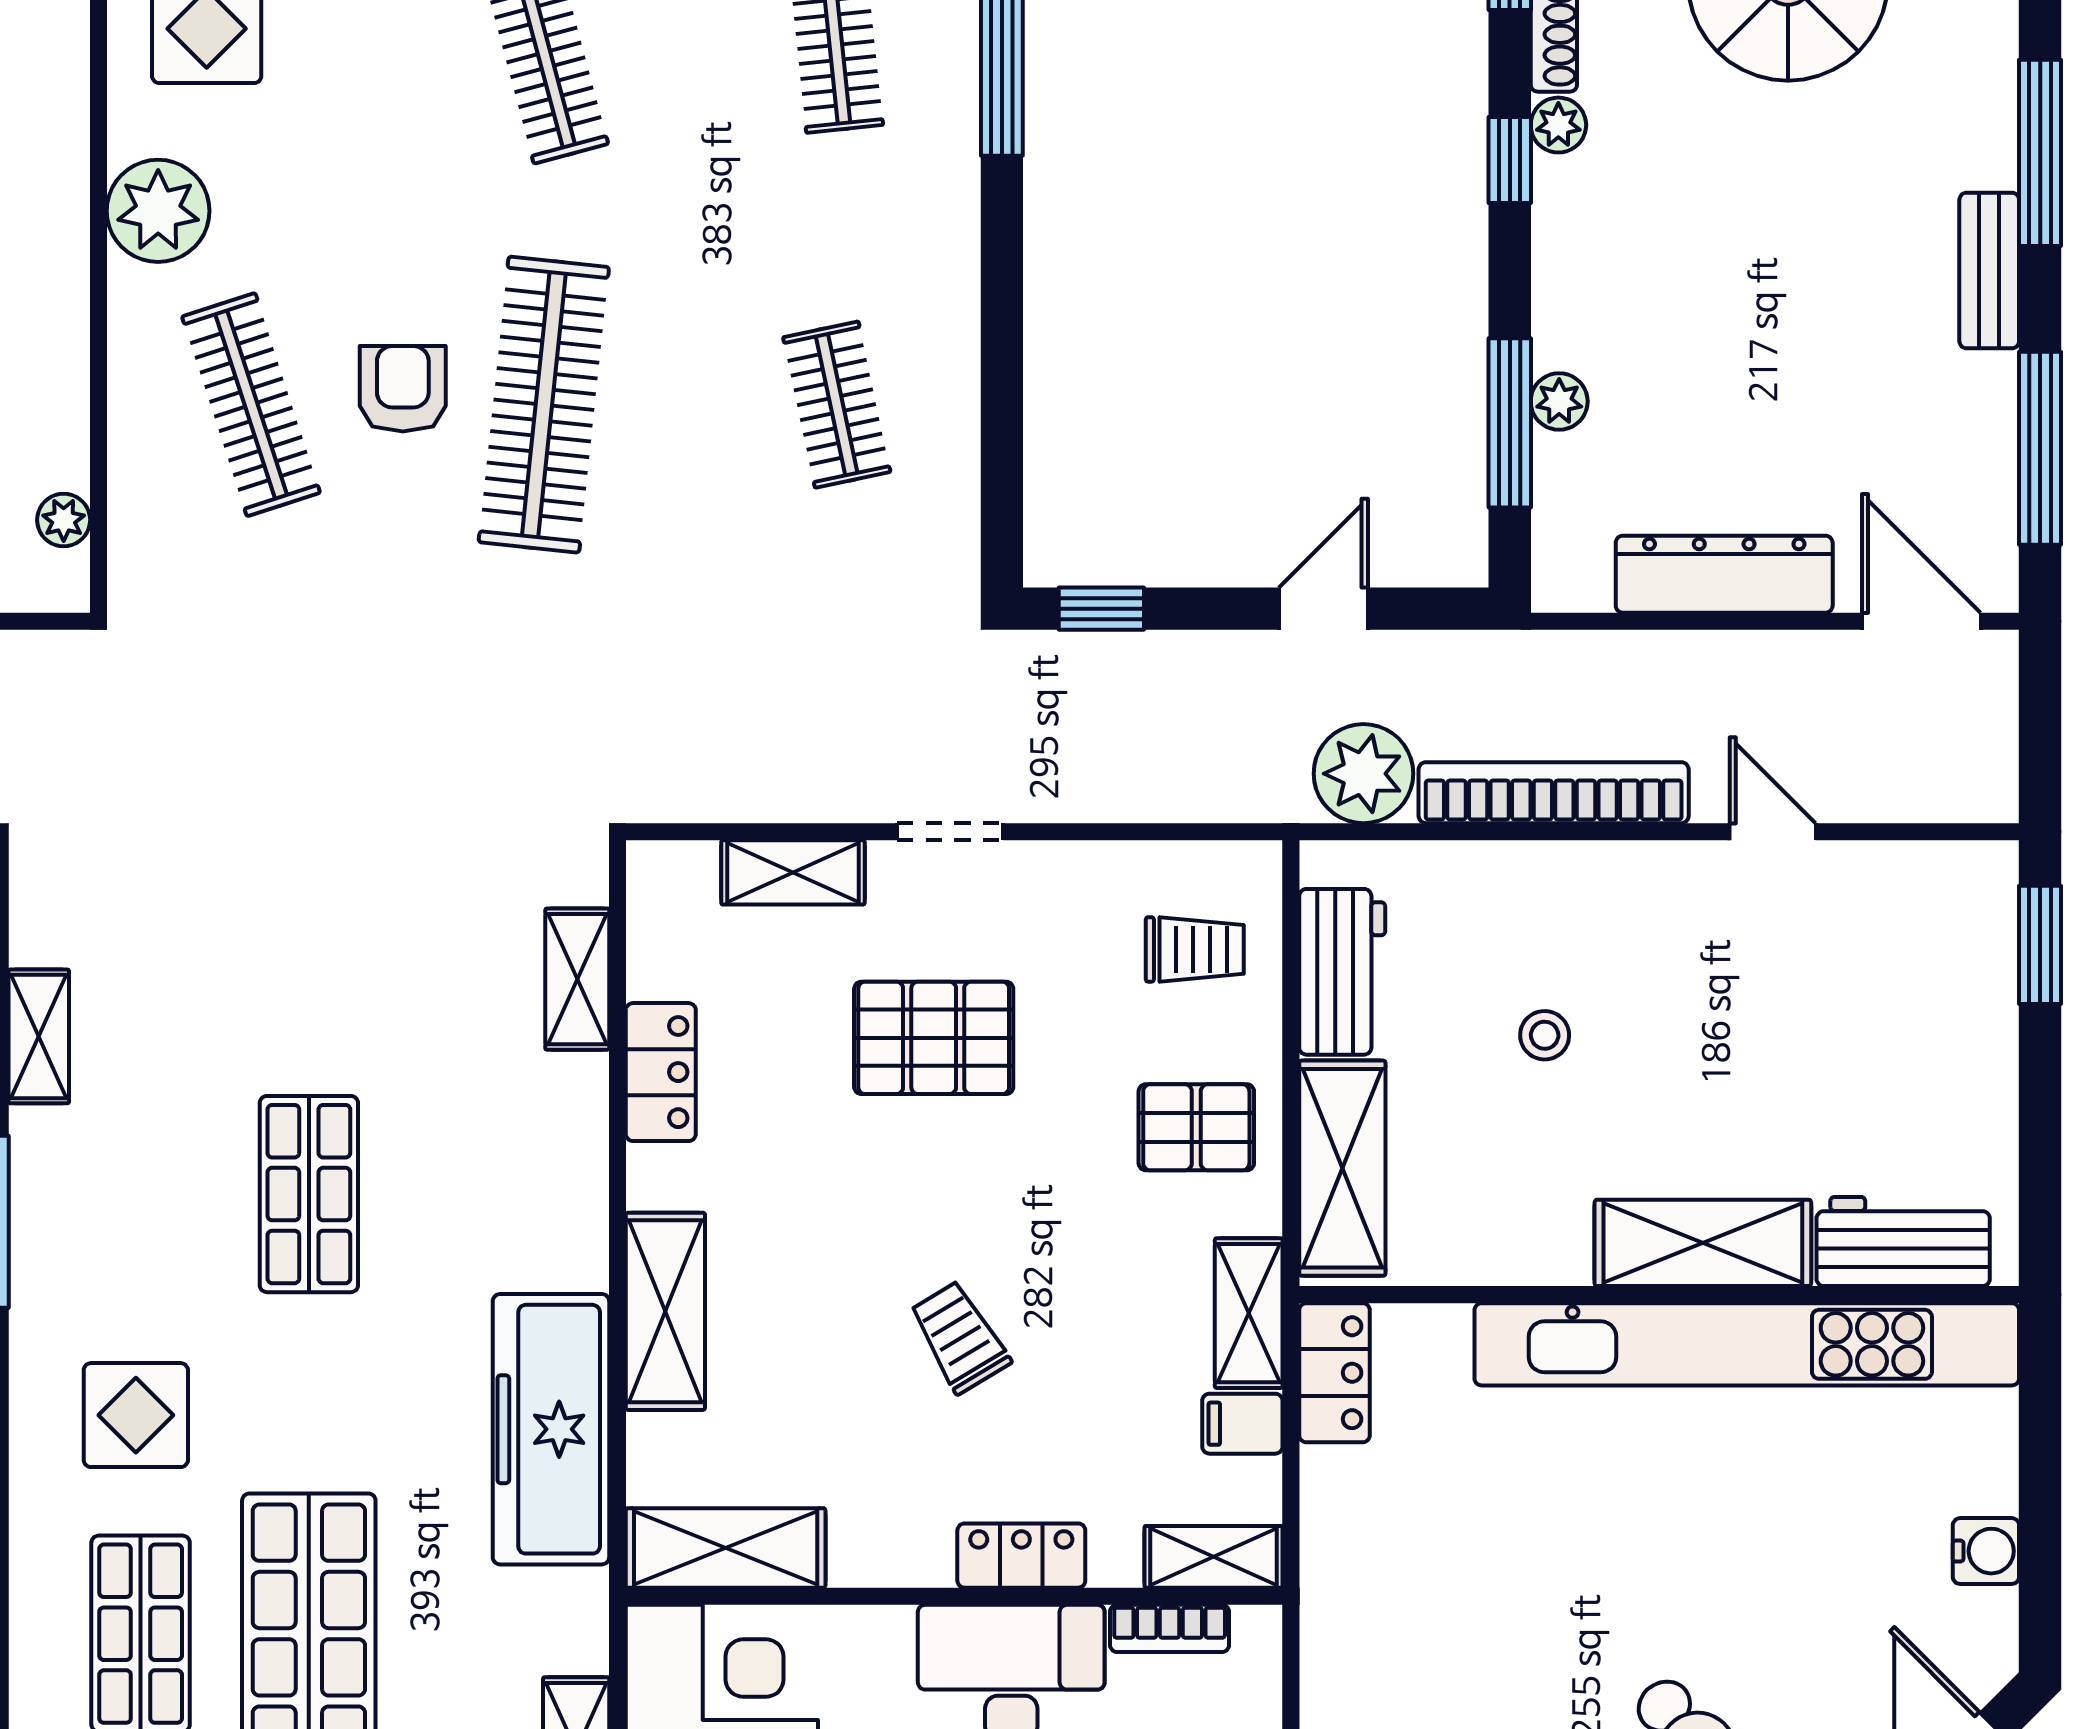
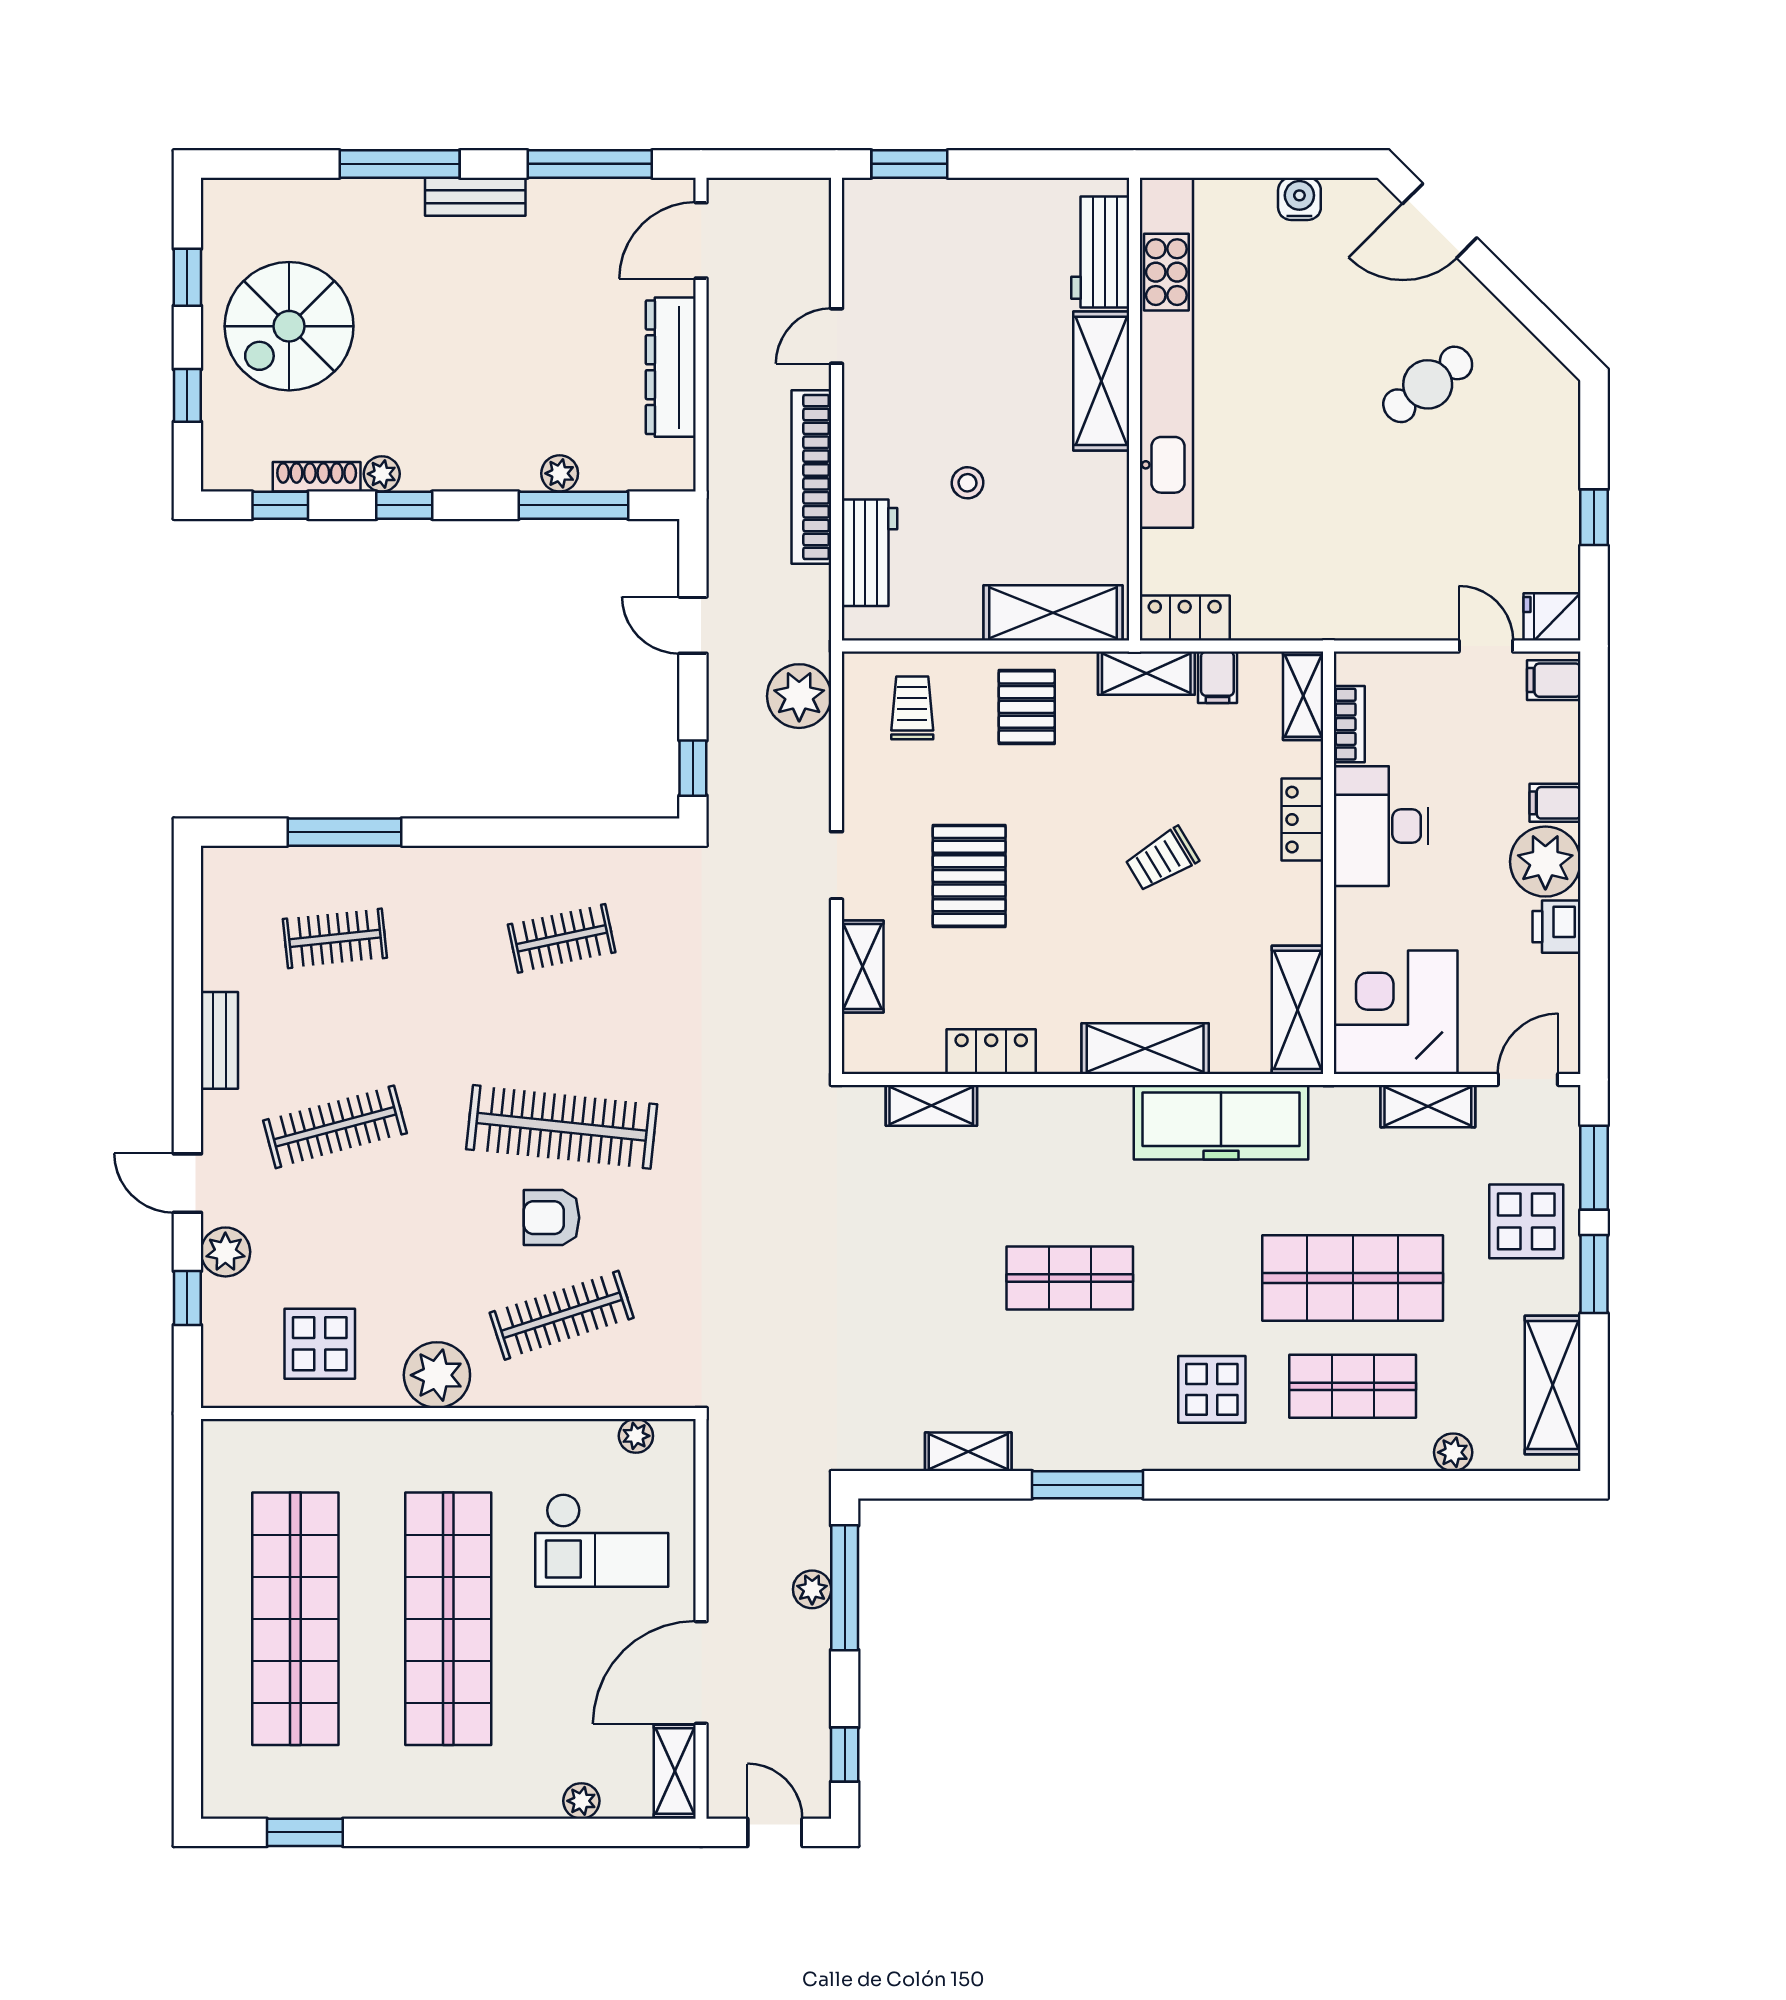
plant: (1363, 774) -> (799, 696), moved
workbench: (1342, 972) -> (870, 553), moved, turned 90

